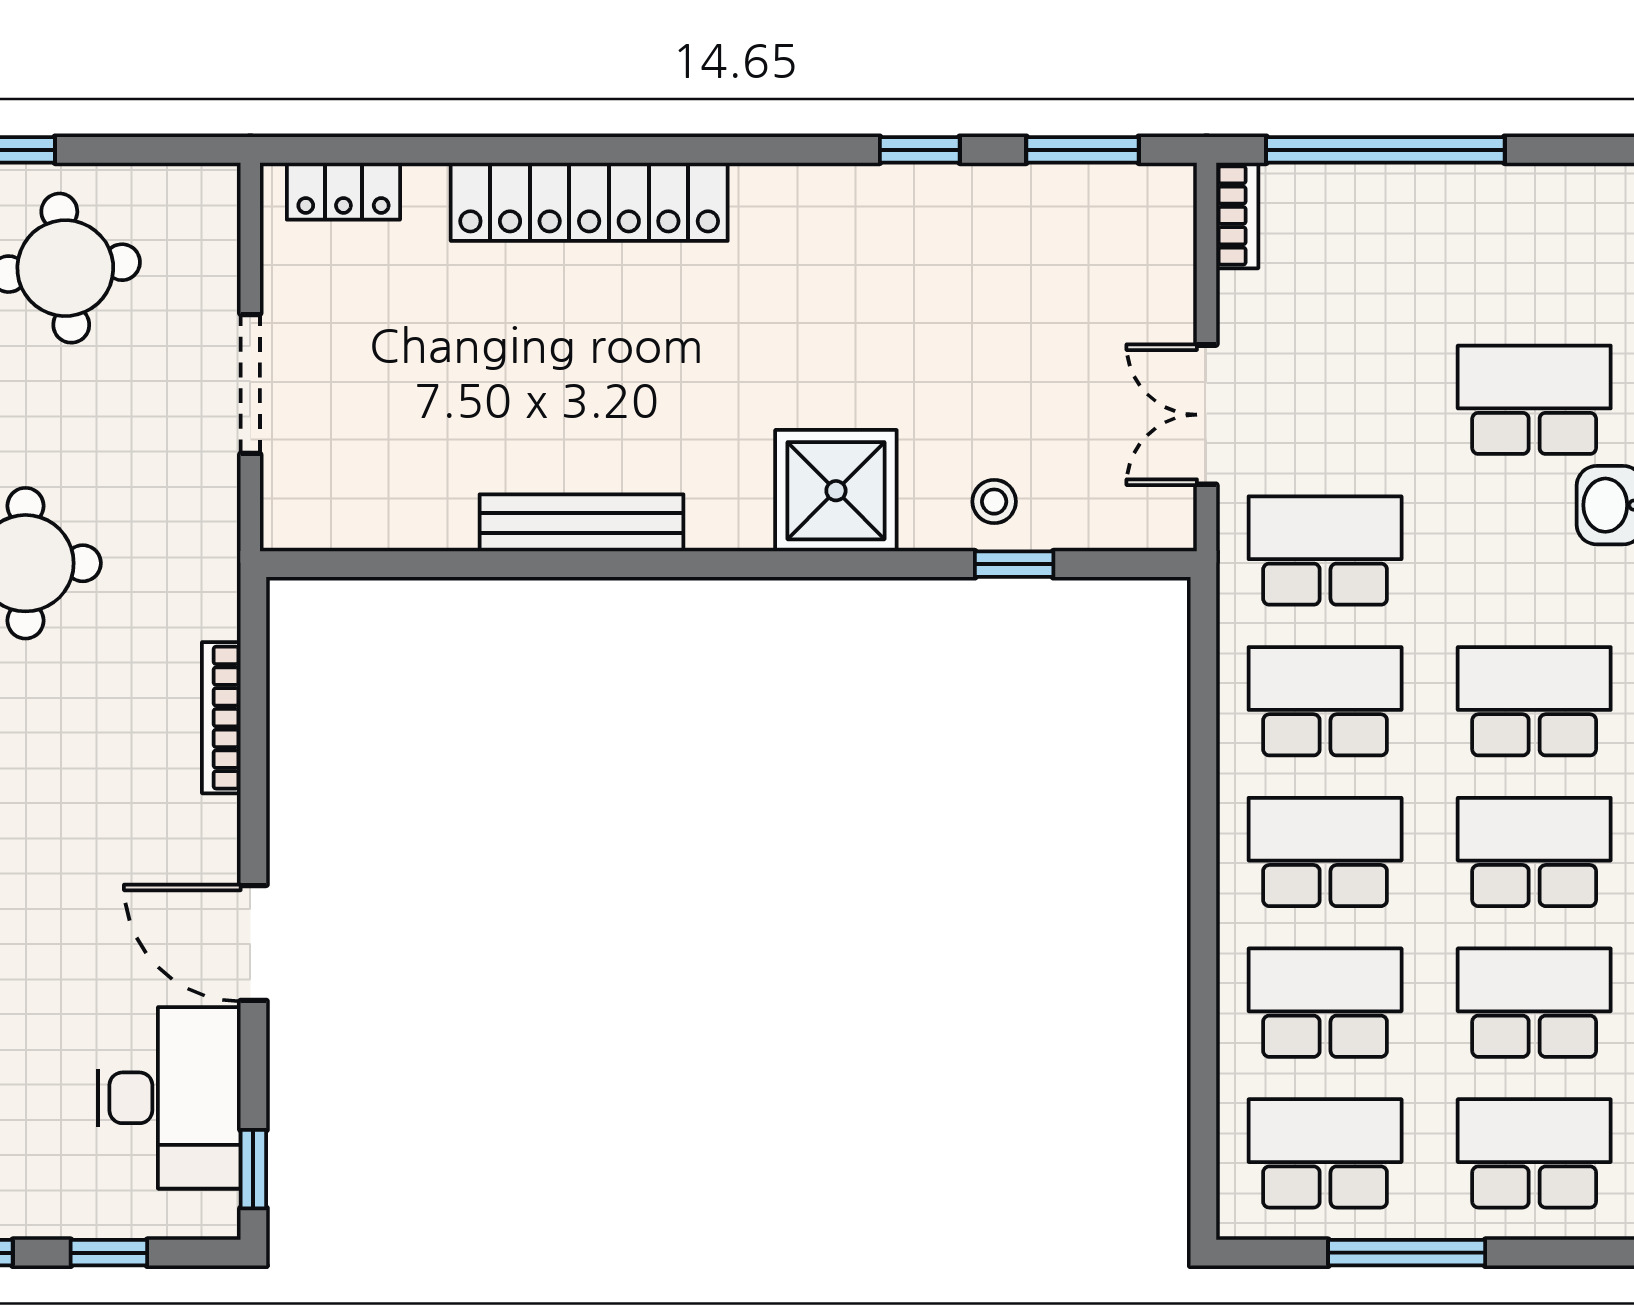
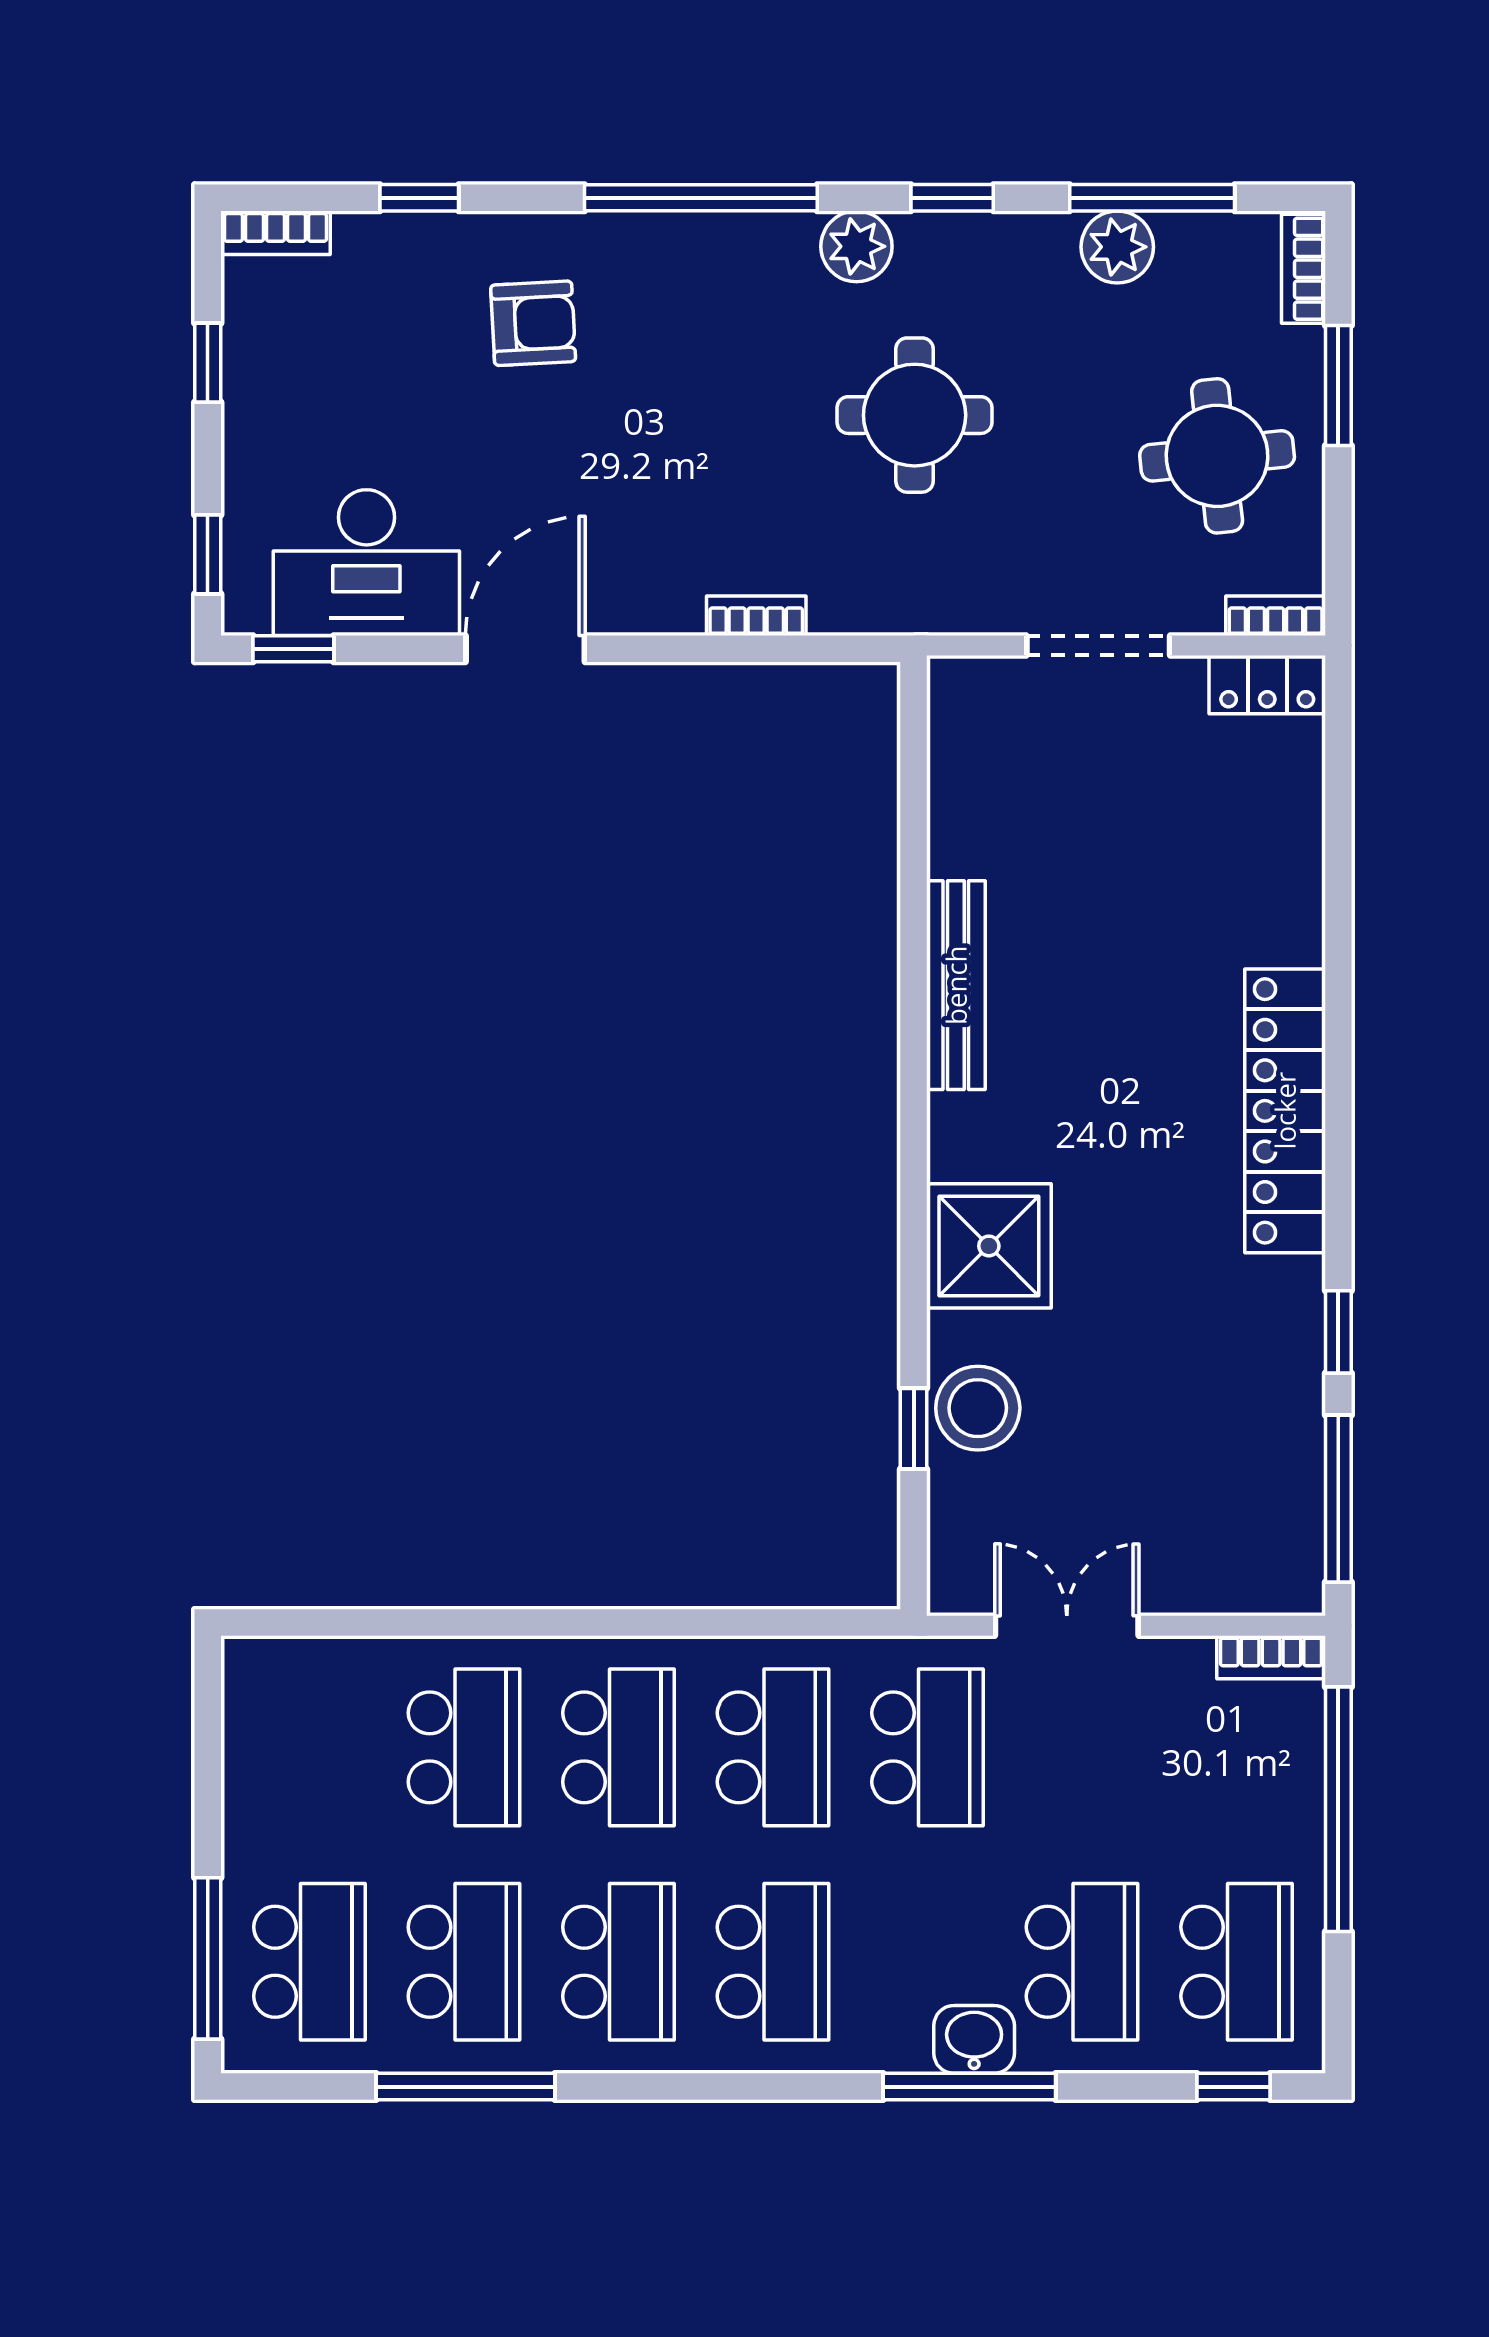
window: (1083, 150) -> (1338, 1499), width x1.44
locker: (343, 191) -> (1267, 685), moved, turned -90
locker: (589, 202) -> (1285, 1111), moved
bookcase: (221, 211) -> (1276, 616), added
stool: (994, 502) -> (978, 1408), width x1.89, depth x1.89
bookcase: (221, 718) -> (756, 616), width x0.64
school desk: (1325, 1153) -> (1237, 1962), moved
window: (109, 1253) -> (208, 554), moved
window: (1407, 1253) -> (208, 1958), moved

